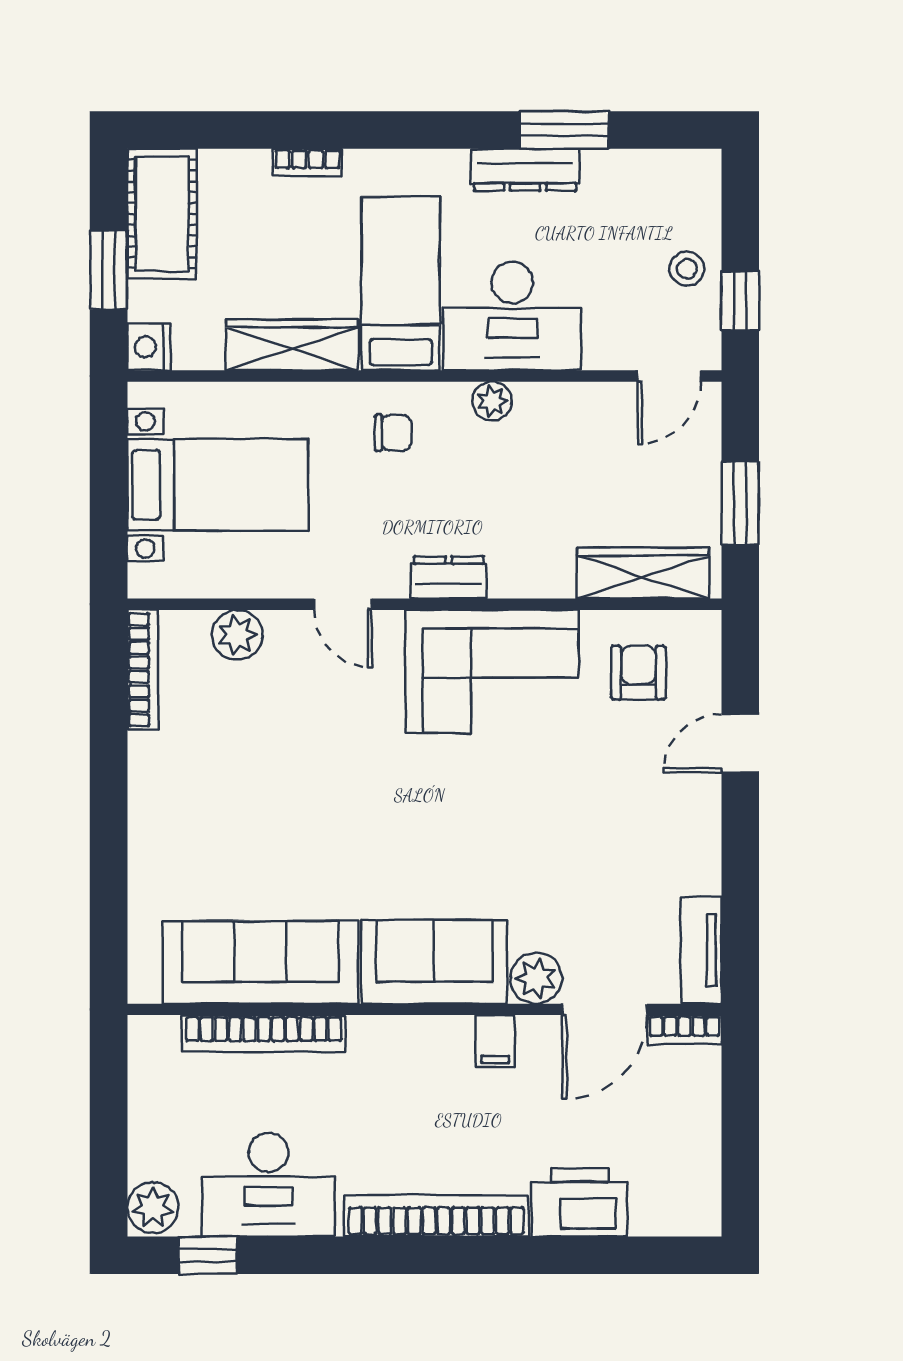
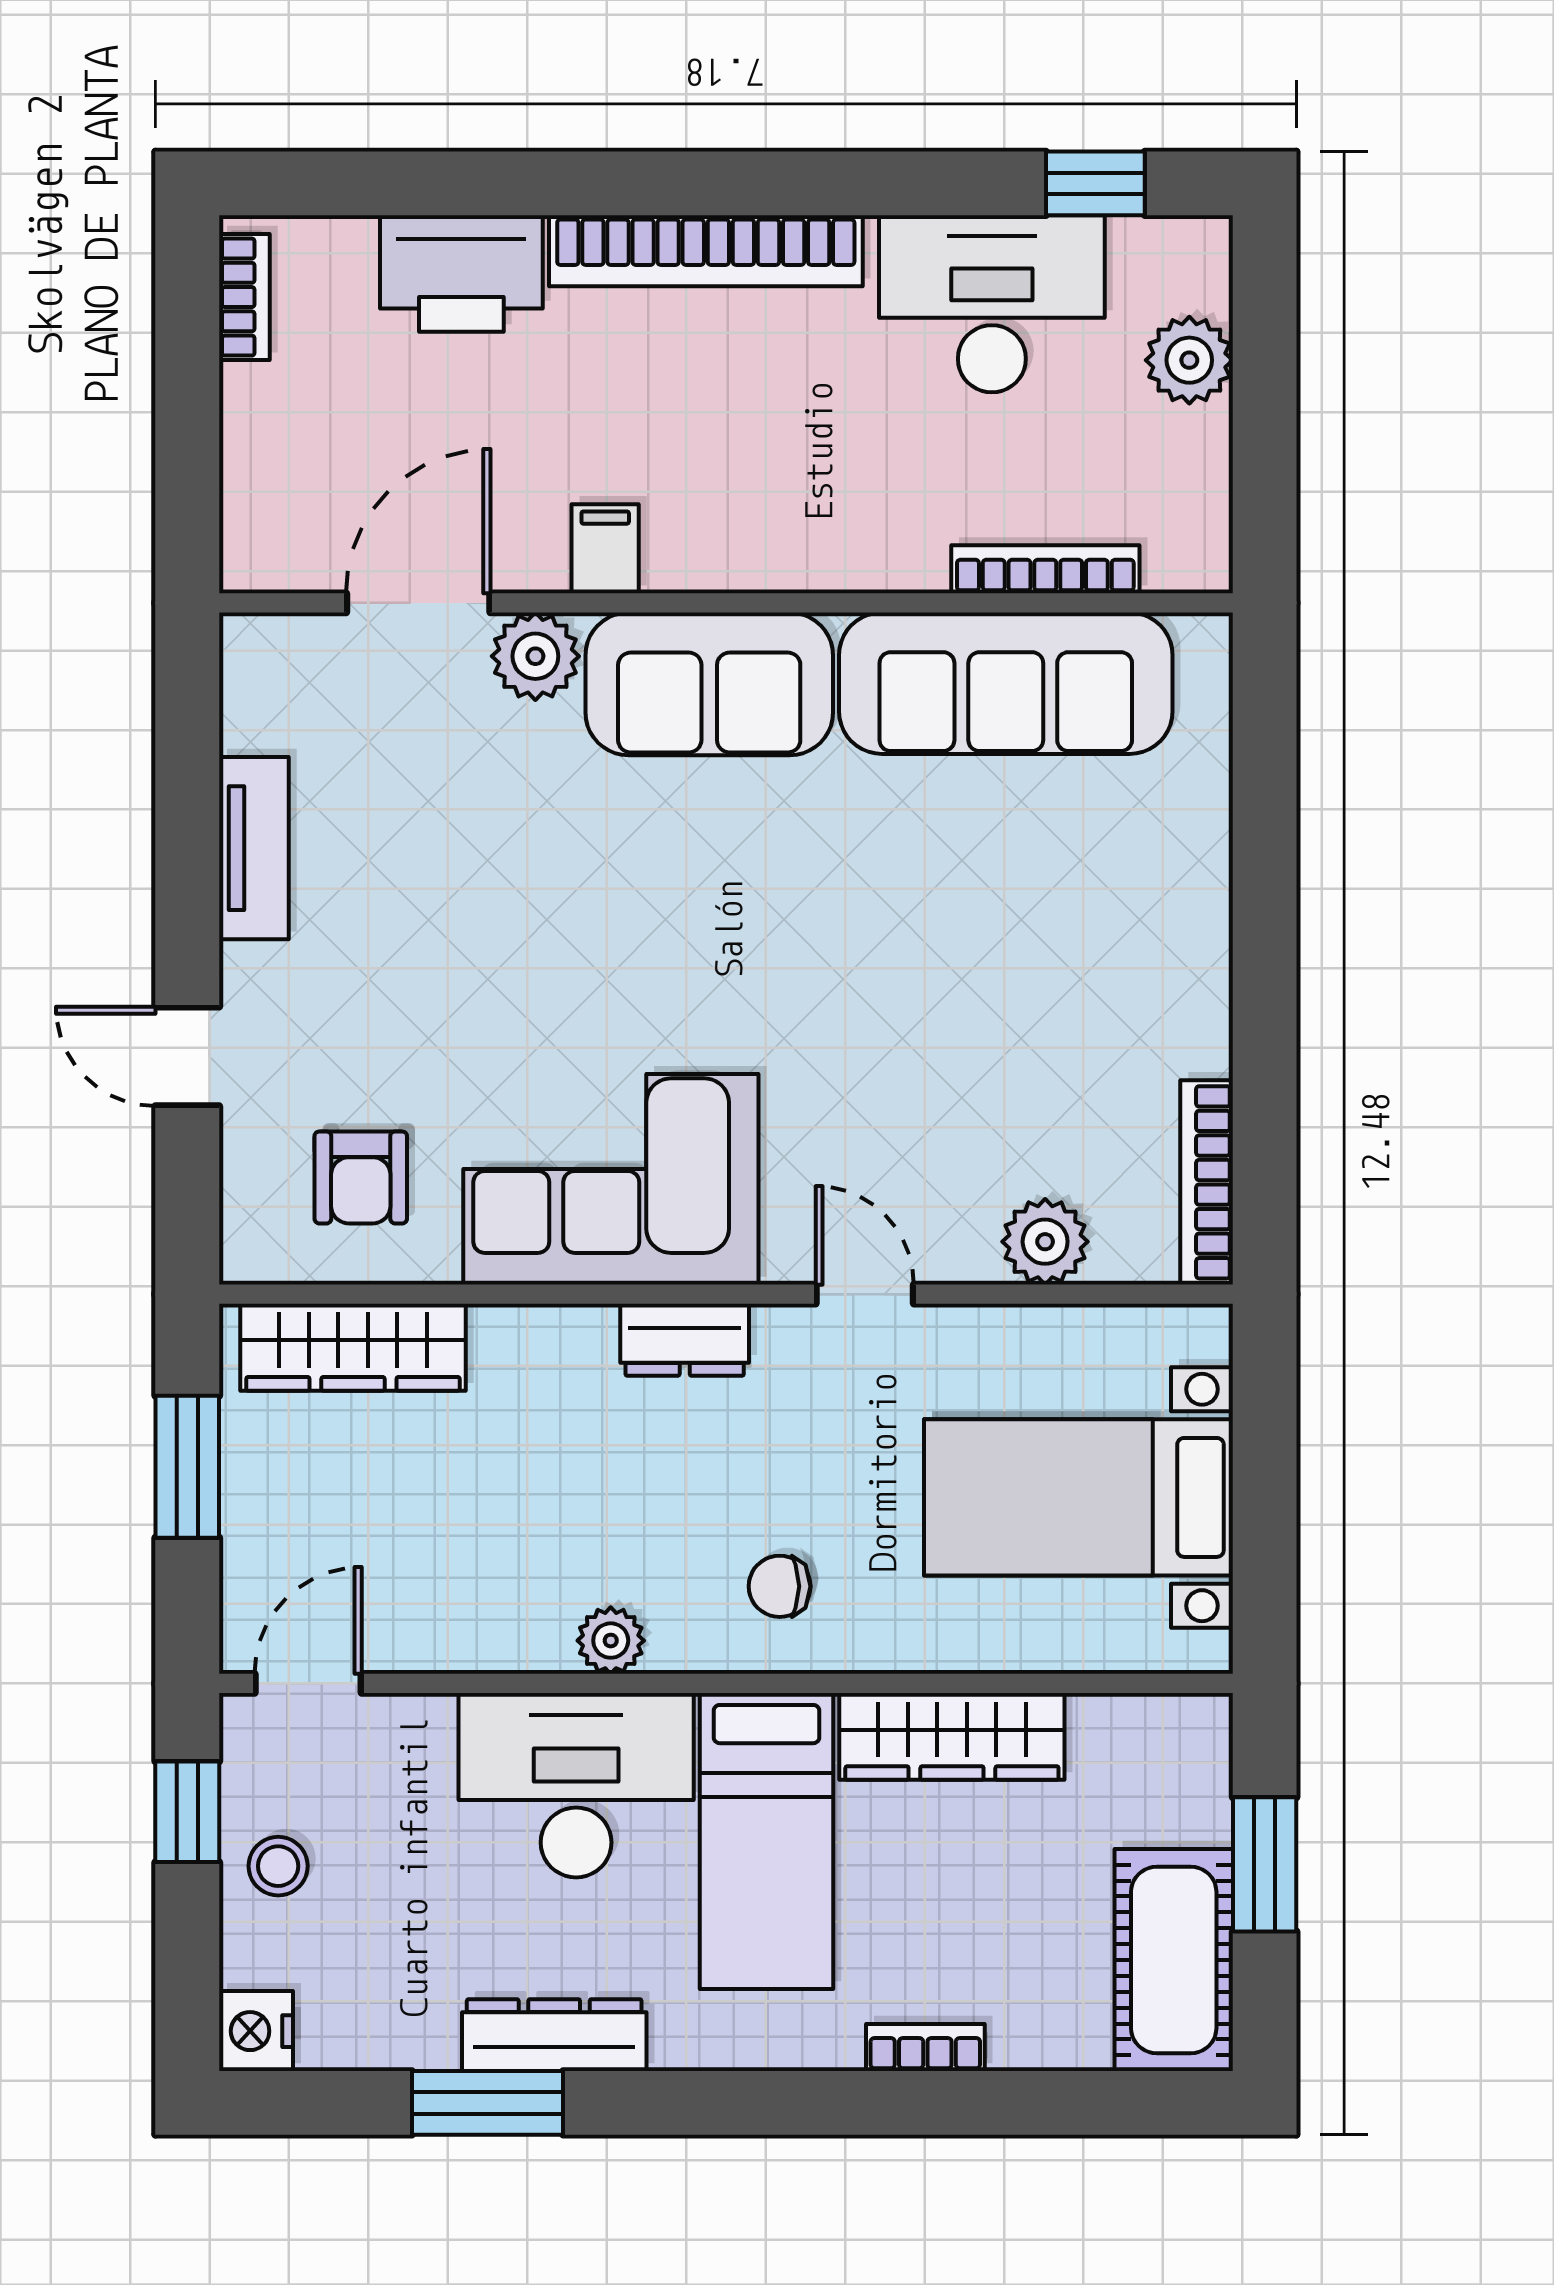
nightstand: (149, 347) -> (256, 2031), moved, turned 180
door: (740, 744) -> (187, 1056), swing flipped
tv unit: (701, 950) -> (254, 848), moved
bookcase: (685, 1030) -> (244, 297), moved, turned 90
bookcase: (264, 1033) -> (1045, 569), width x0.68, depth x0.76
plant: (153, 1208) -> (1189, 360), moved

